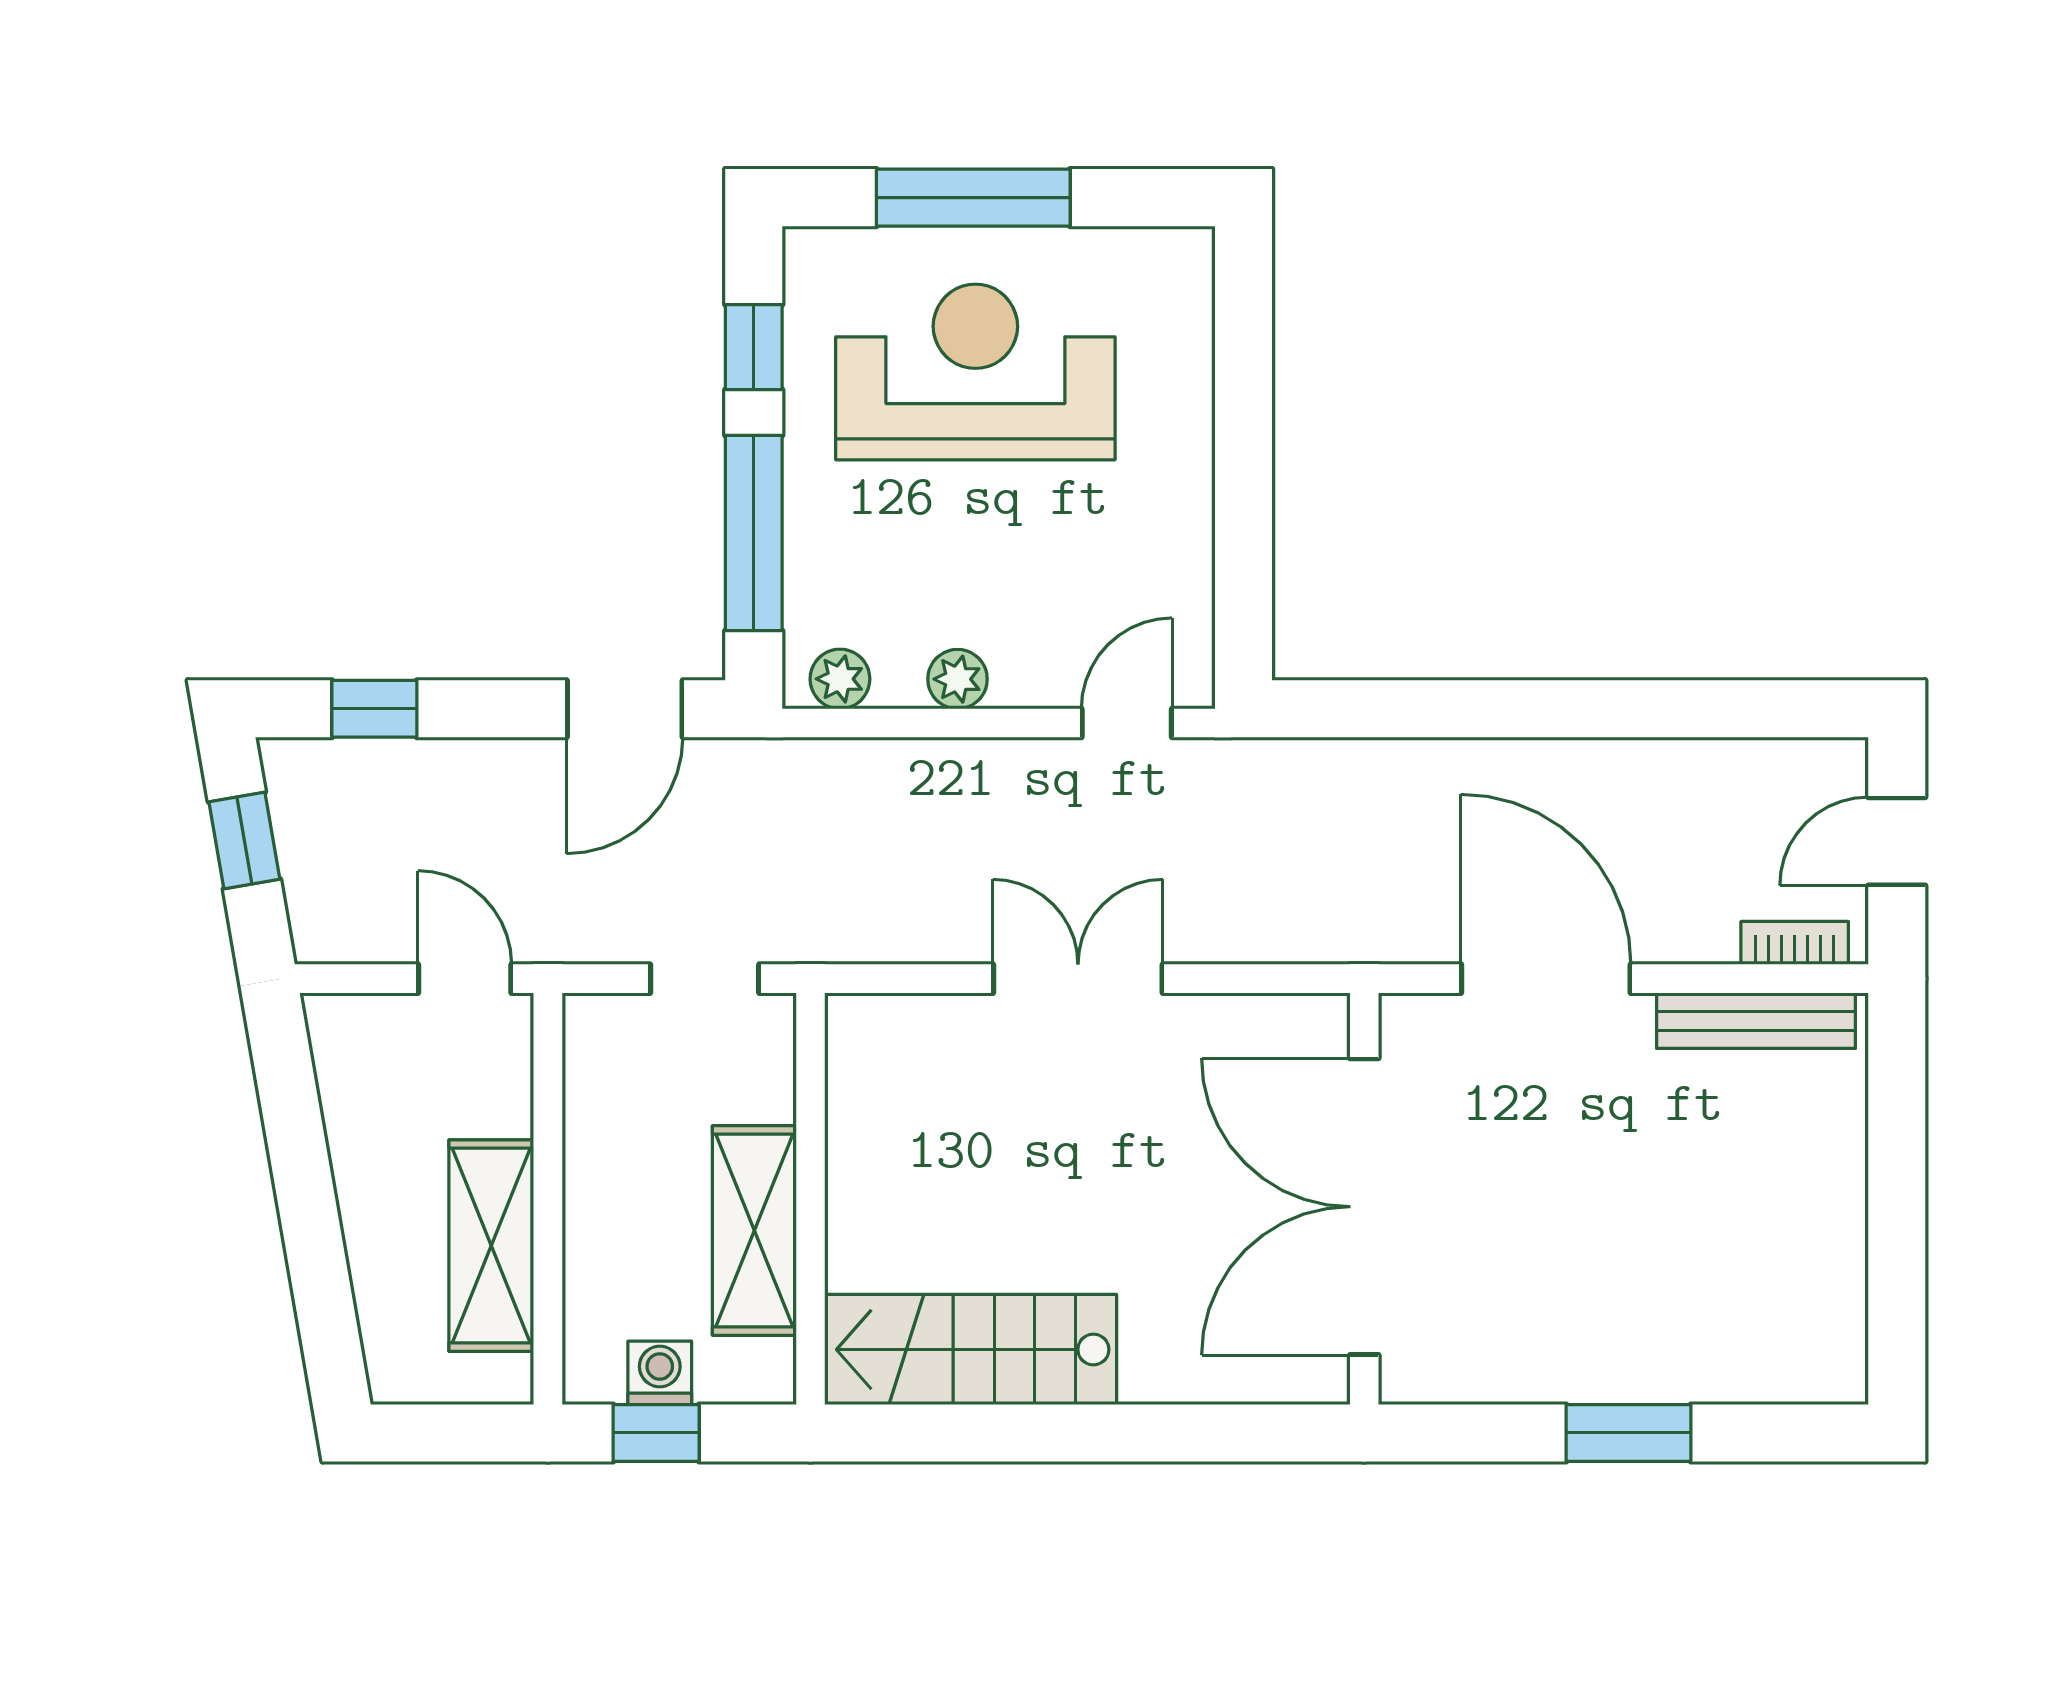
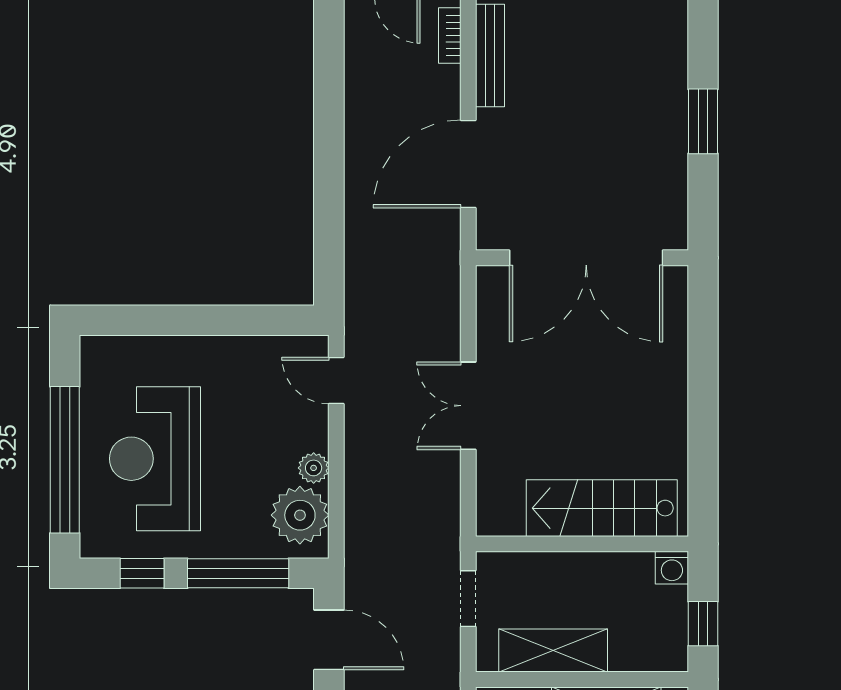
window: (973, 198) -> (65, 460), width x1.46
plant: (840, 679) -> (300, 515), width x1.88, depth x1.88
shelving: (754, 1231) -> (553, 651), moved
stairs: (971, 1350) -> (602, 508), moved, turned 90
washing machine: (660, 1373) -> (672, 568), moved, turned -90

